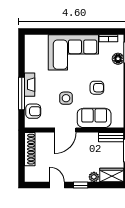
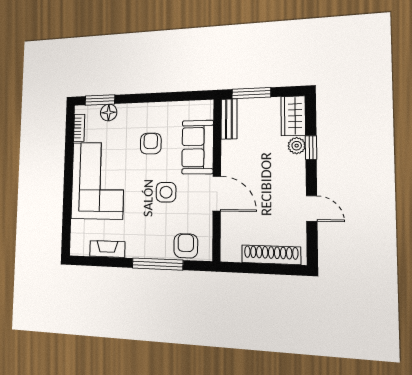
fireplace: (30, 85) -> (107, 249), moved
shoe rack: (30, 149) -> (271, 255), moved
door: (57, 185) -> (312, 208), swing flipped
window: (81, 185) -> (311, 148), moved

